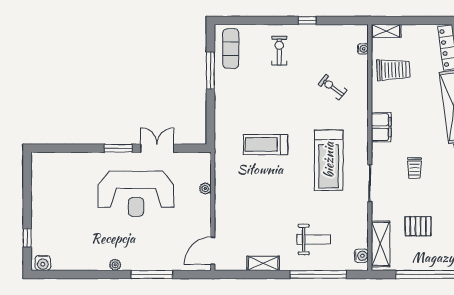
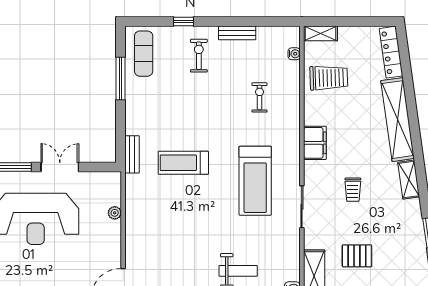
window: (307, 20) -> (184, 21), moved
bench: (313, 31) -> (237, 33), added
exercise bike: (333, 87) -> (260, 97), turned 53
bench: (221, 137) -> (132, 154), added

